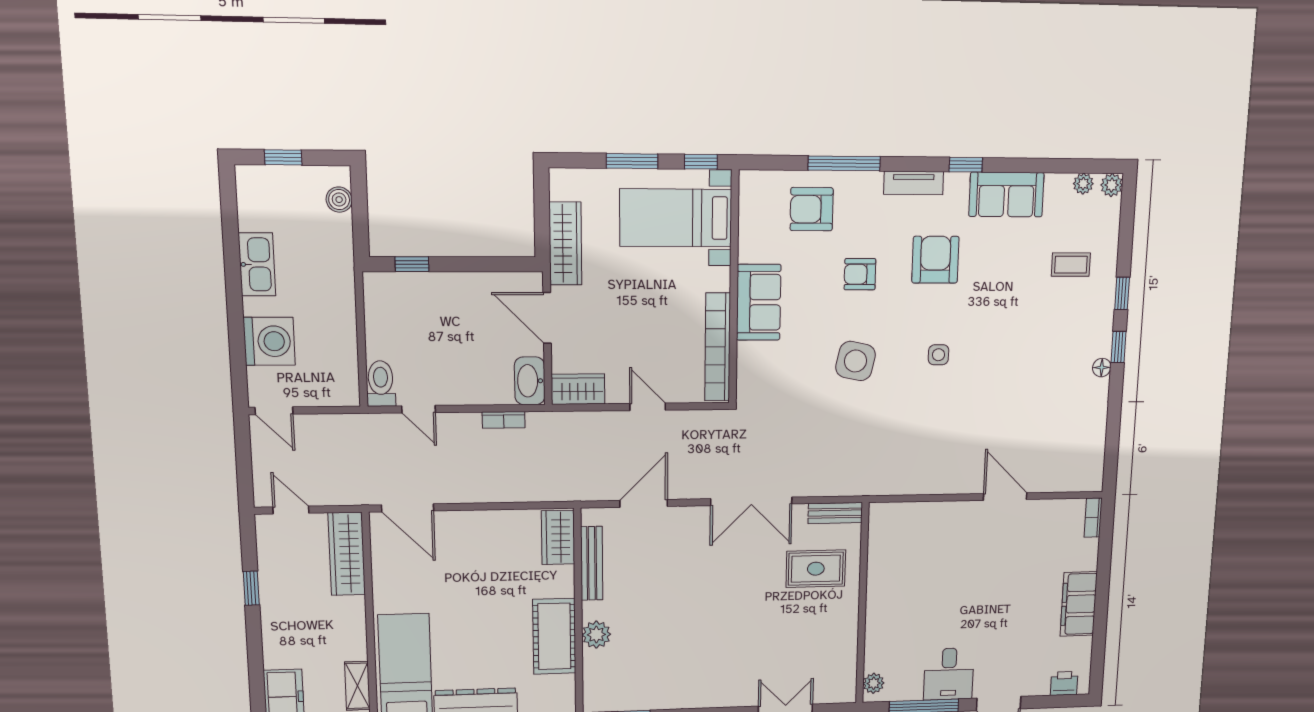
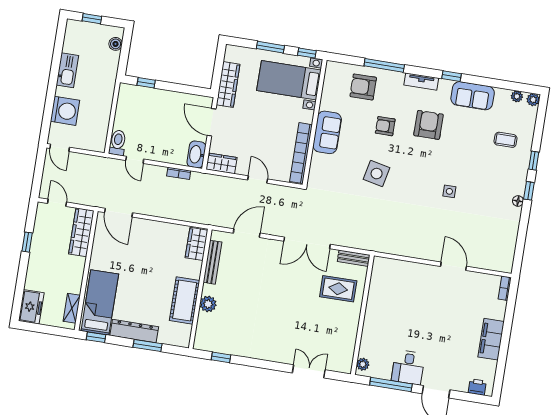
side table: (938, 355) -> (449, 191), moved

